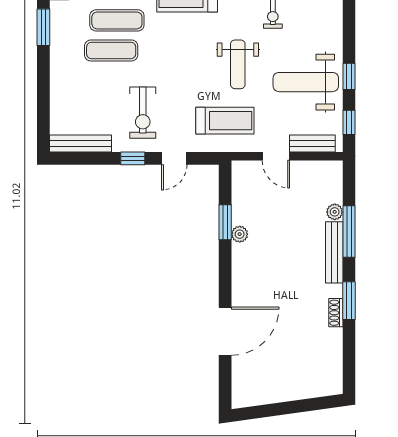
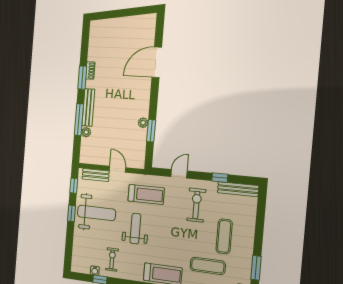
exercise mat: (111, 50) -> (224, 236), moved, turned 90
treadmill: (225, 121) -> (146, 194), turned 180
window: (133, 158) -> (220, 178), moved

